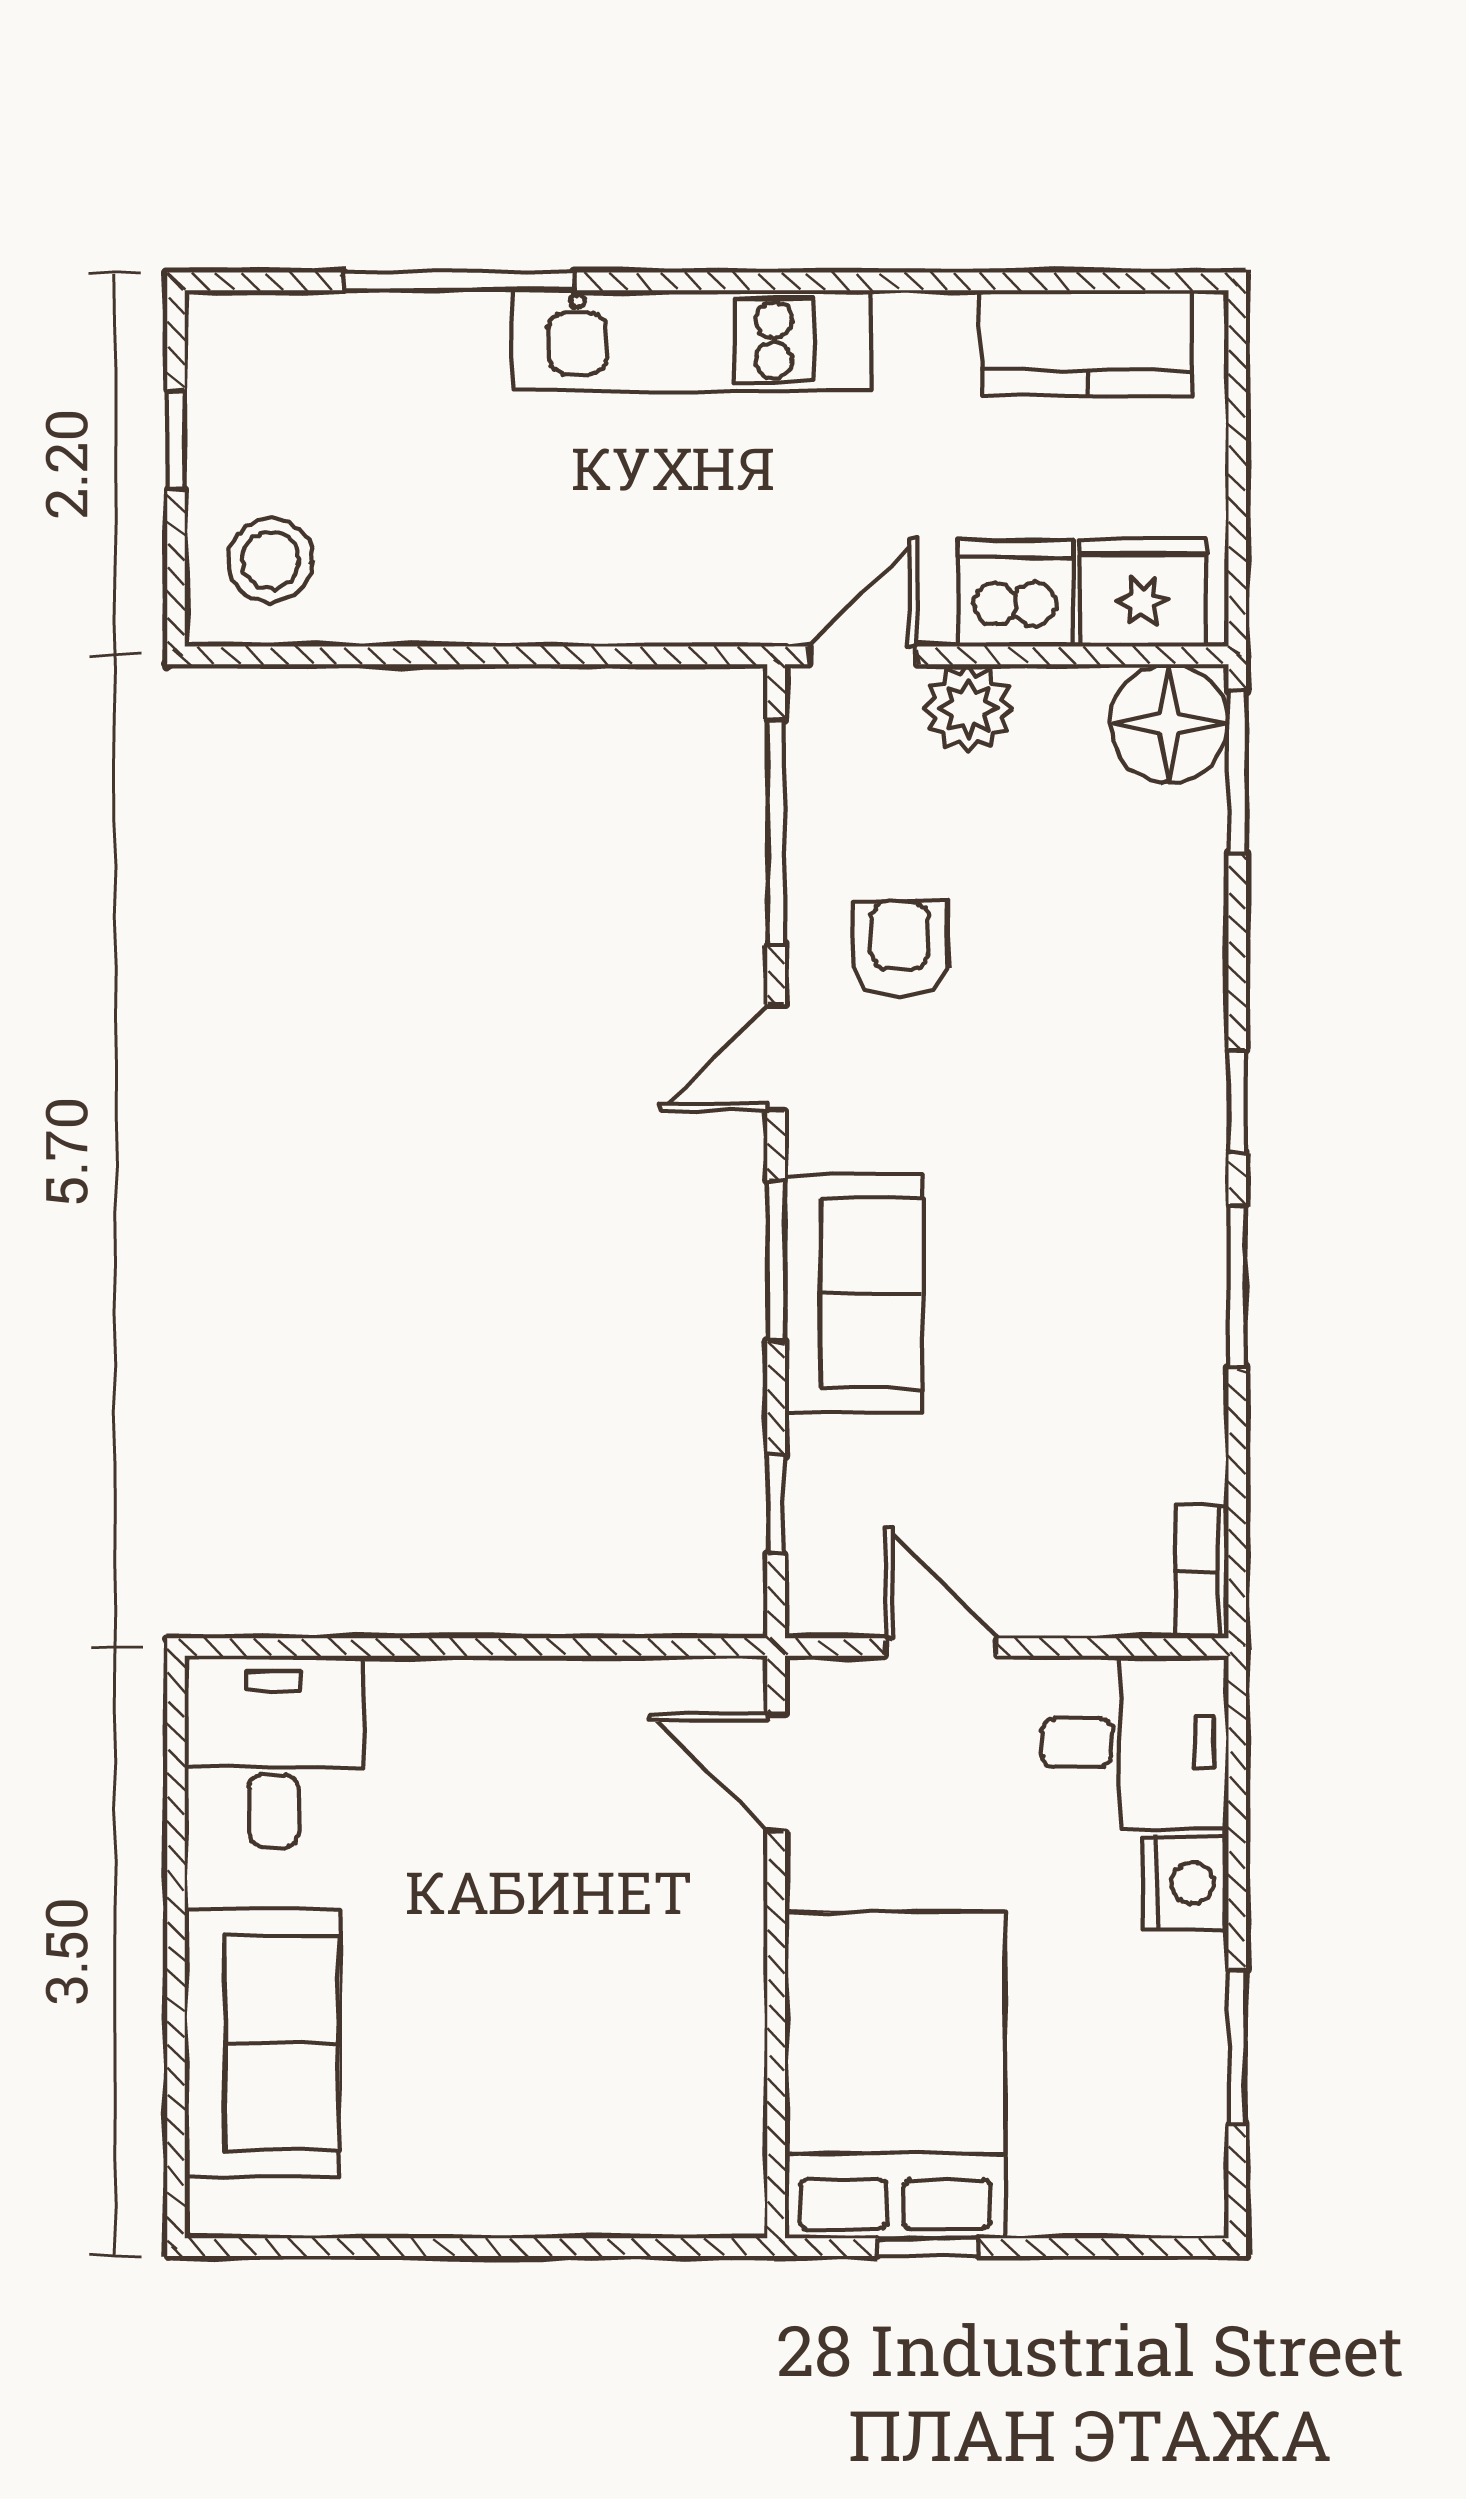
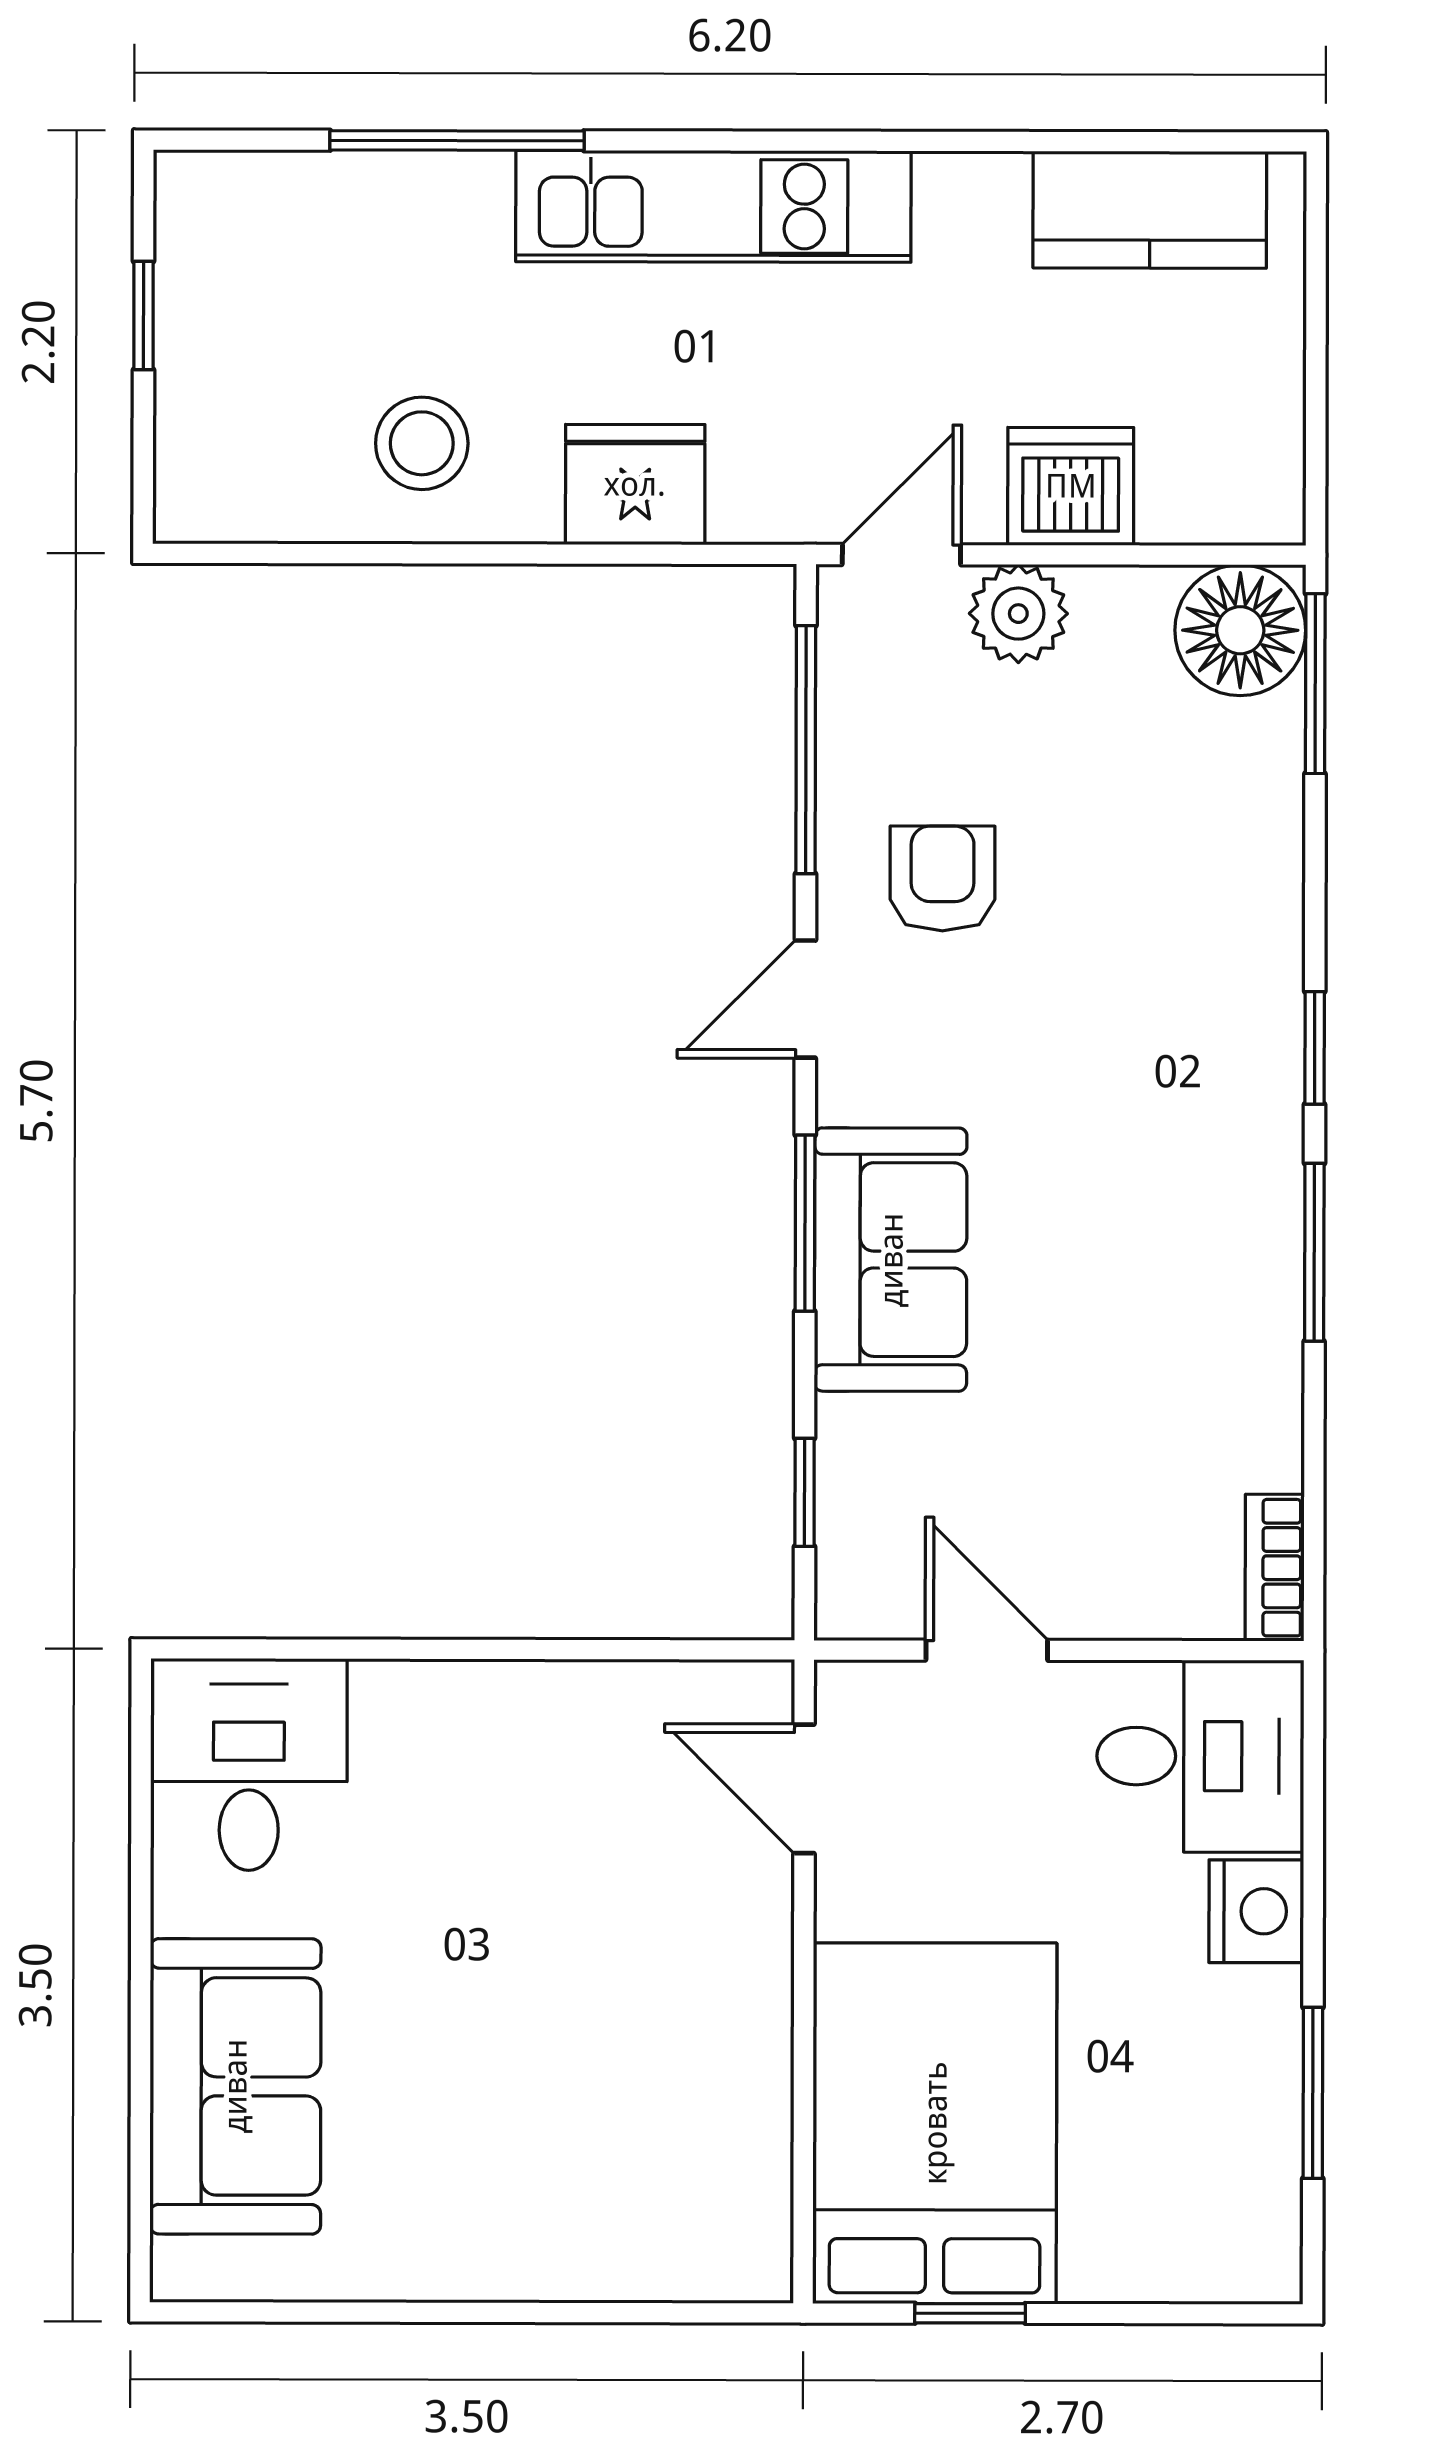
stool: (270, 560) -> (422, 443), moved
fridge: (1143, 592) -> (635, 484), moved

